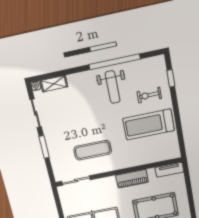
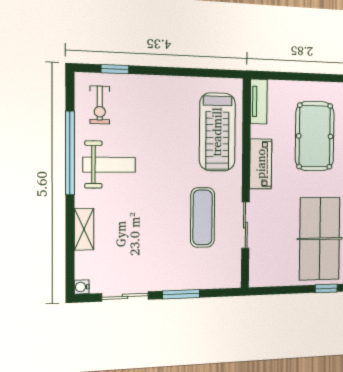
shelving: (54, 84) -> (84, 229), moved
exercise bike: (149, 95) -> (100, 105), moved
treadmill: (149, 125) -> (217, 132), moved
sliding door: (76, 181) -> (245, 225), moved

